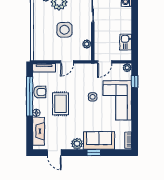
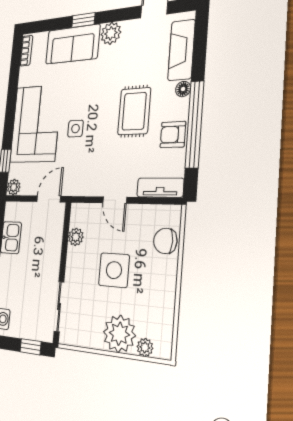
chair: (40, 44) -> (165, 241), added
door: (67, 62) -> (115, 200), swing flipped

